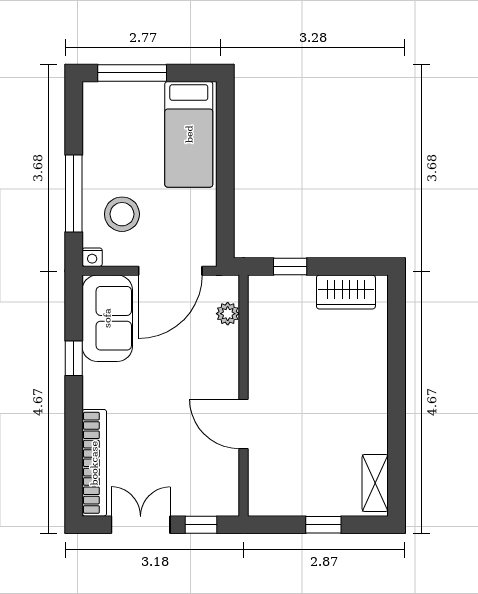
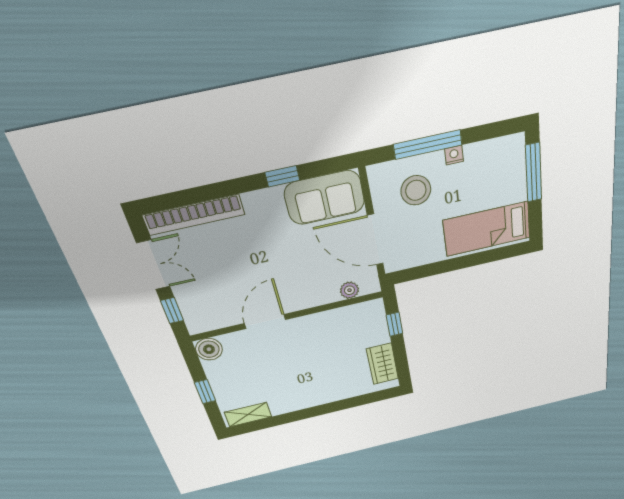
nightstand: (92, 257) -> (454, 155), moved, turned 90
boiler: (264, 500) -> (209, 349), added

